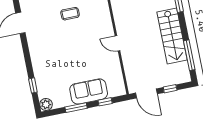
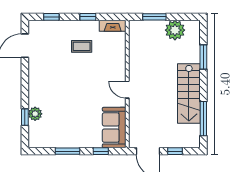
sofa: (89, 91) -> (114, 128), moved, turned -90
plant: (46, 104) -> (35, 114), moved

